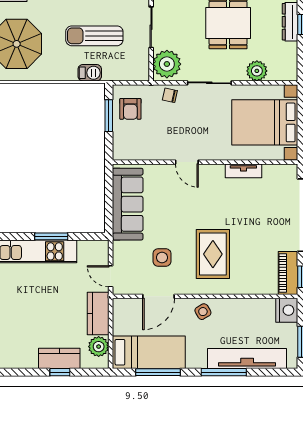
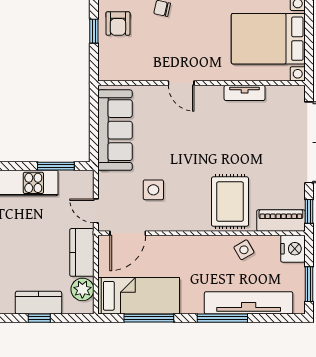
window: (109, 116) -> (94, 31), width x0.67
window: (51, 236) -> (56, 166), moved
rug: (213, 254) -> (230, 202), moved
piano: (288, 273) -> (281, 220), moved, turned 90
door: (158, 296) -> (128, 233), moved
side table: (203, 312) -> (244, 250), moved

